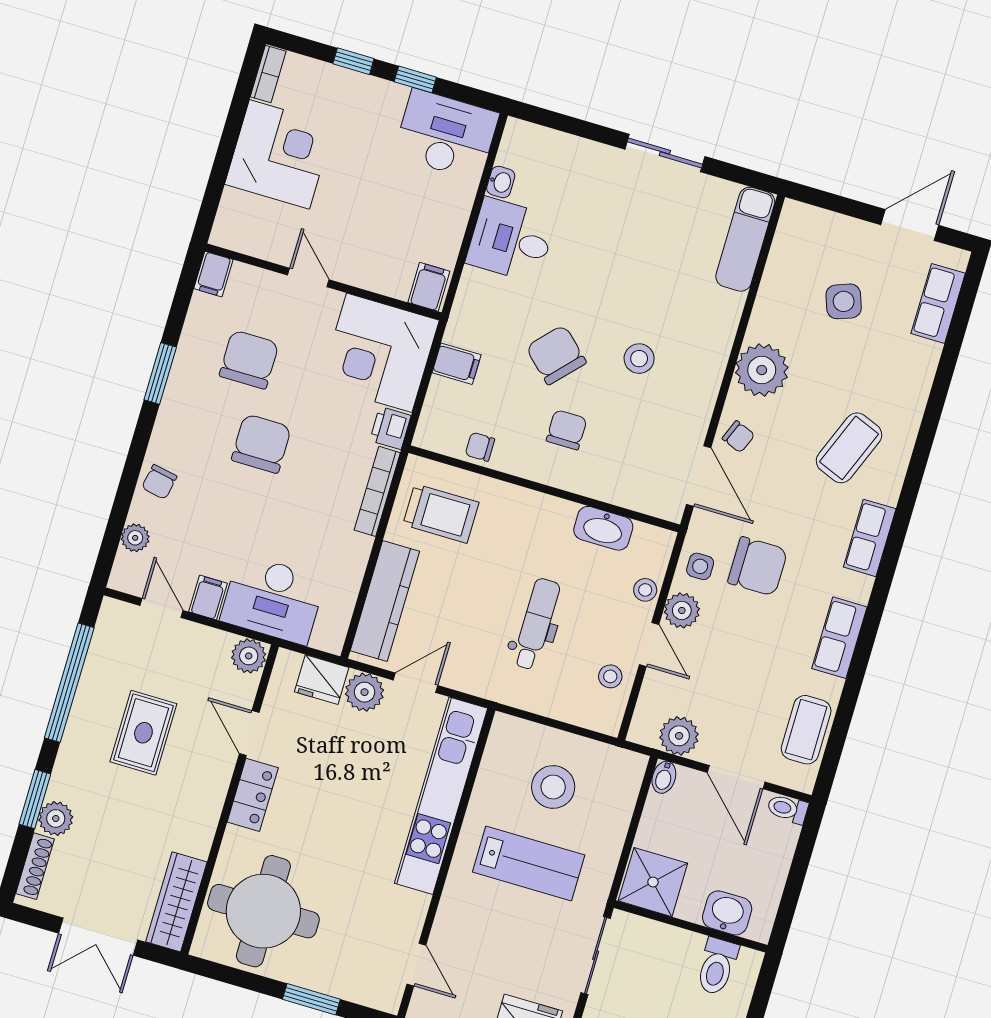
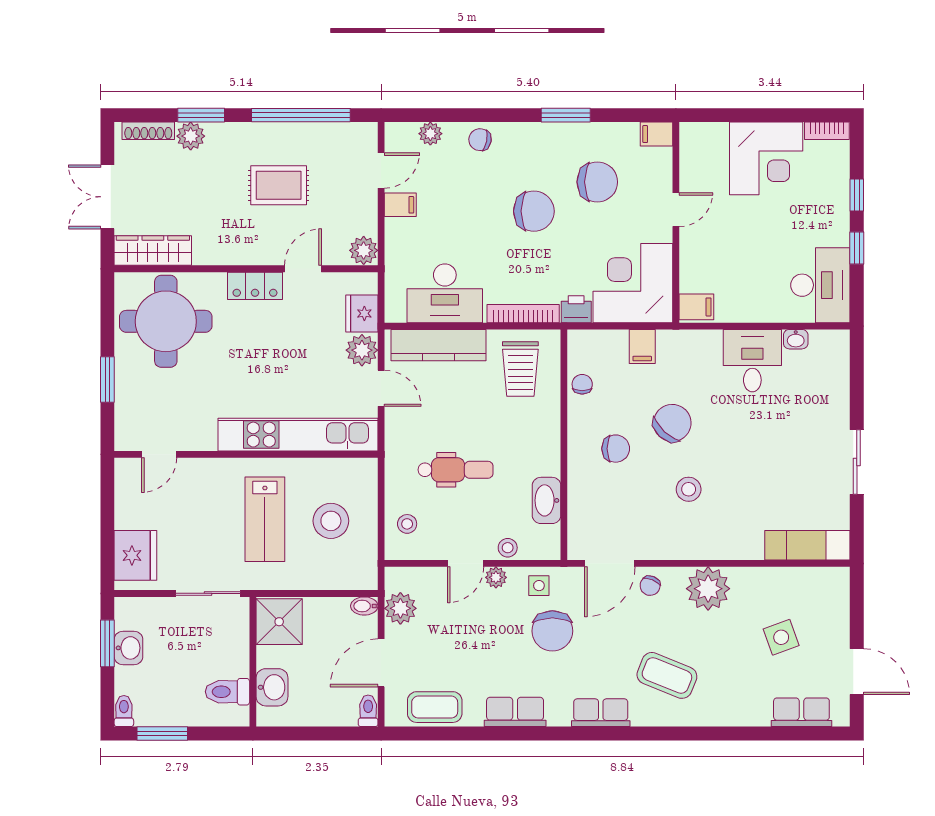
desk: (273, 599) -> (445, 293), moved, turned -90
plant: (682, 610) -> (496, 577), width x0.73, depth x0.73
stool: (610, 676) -> (407, 524), moved

